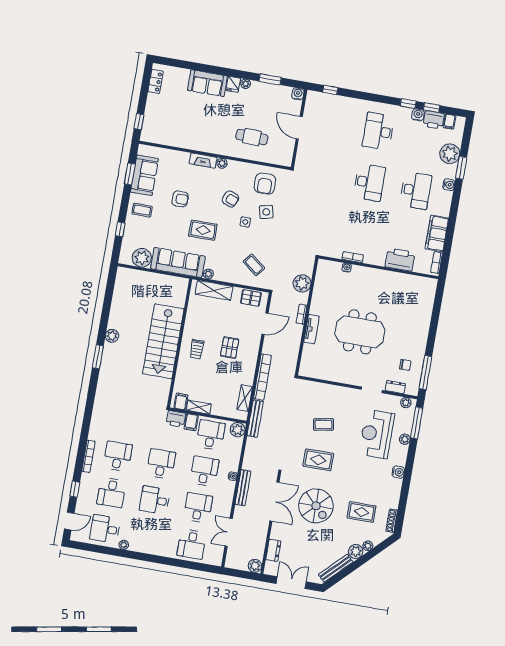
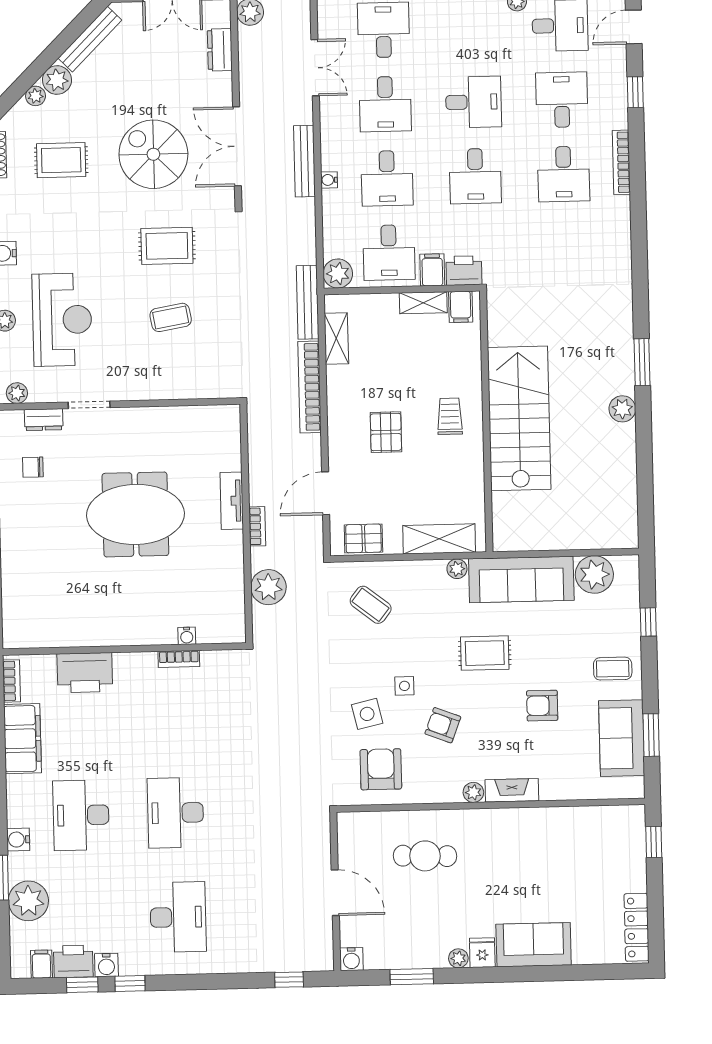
locker: (156, 82) -> (637, 927), width x1.53

